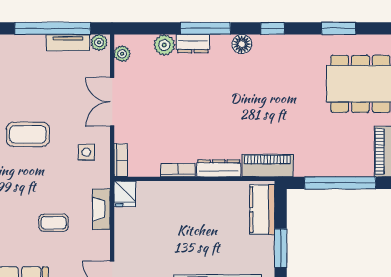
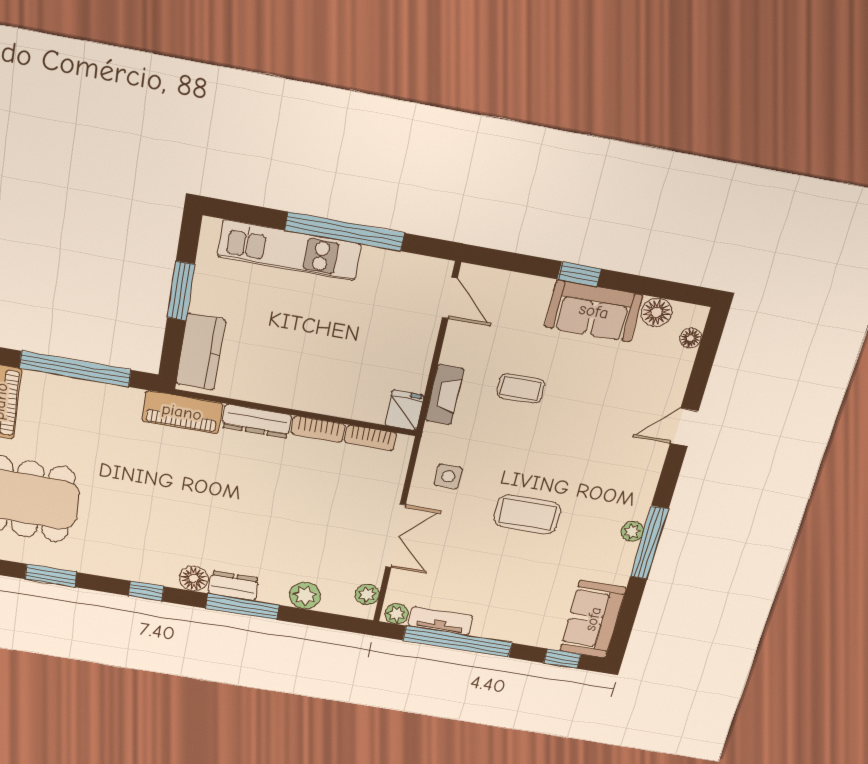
dresser: (193, 44) -> (234, 586), moved
bookcase: (121, 160) -> (371, 438), moved, turned -90

